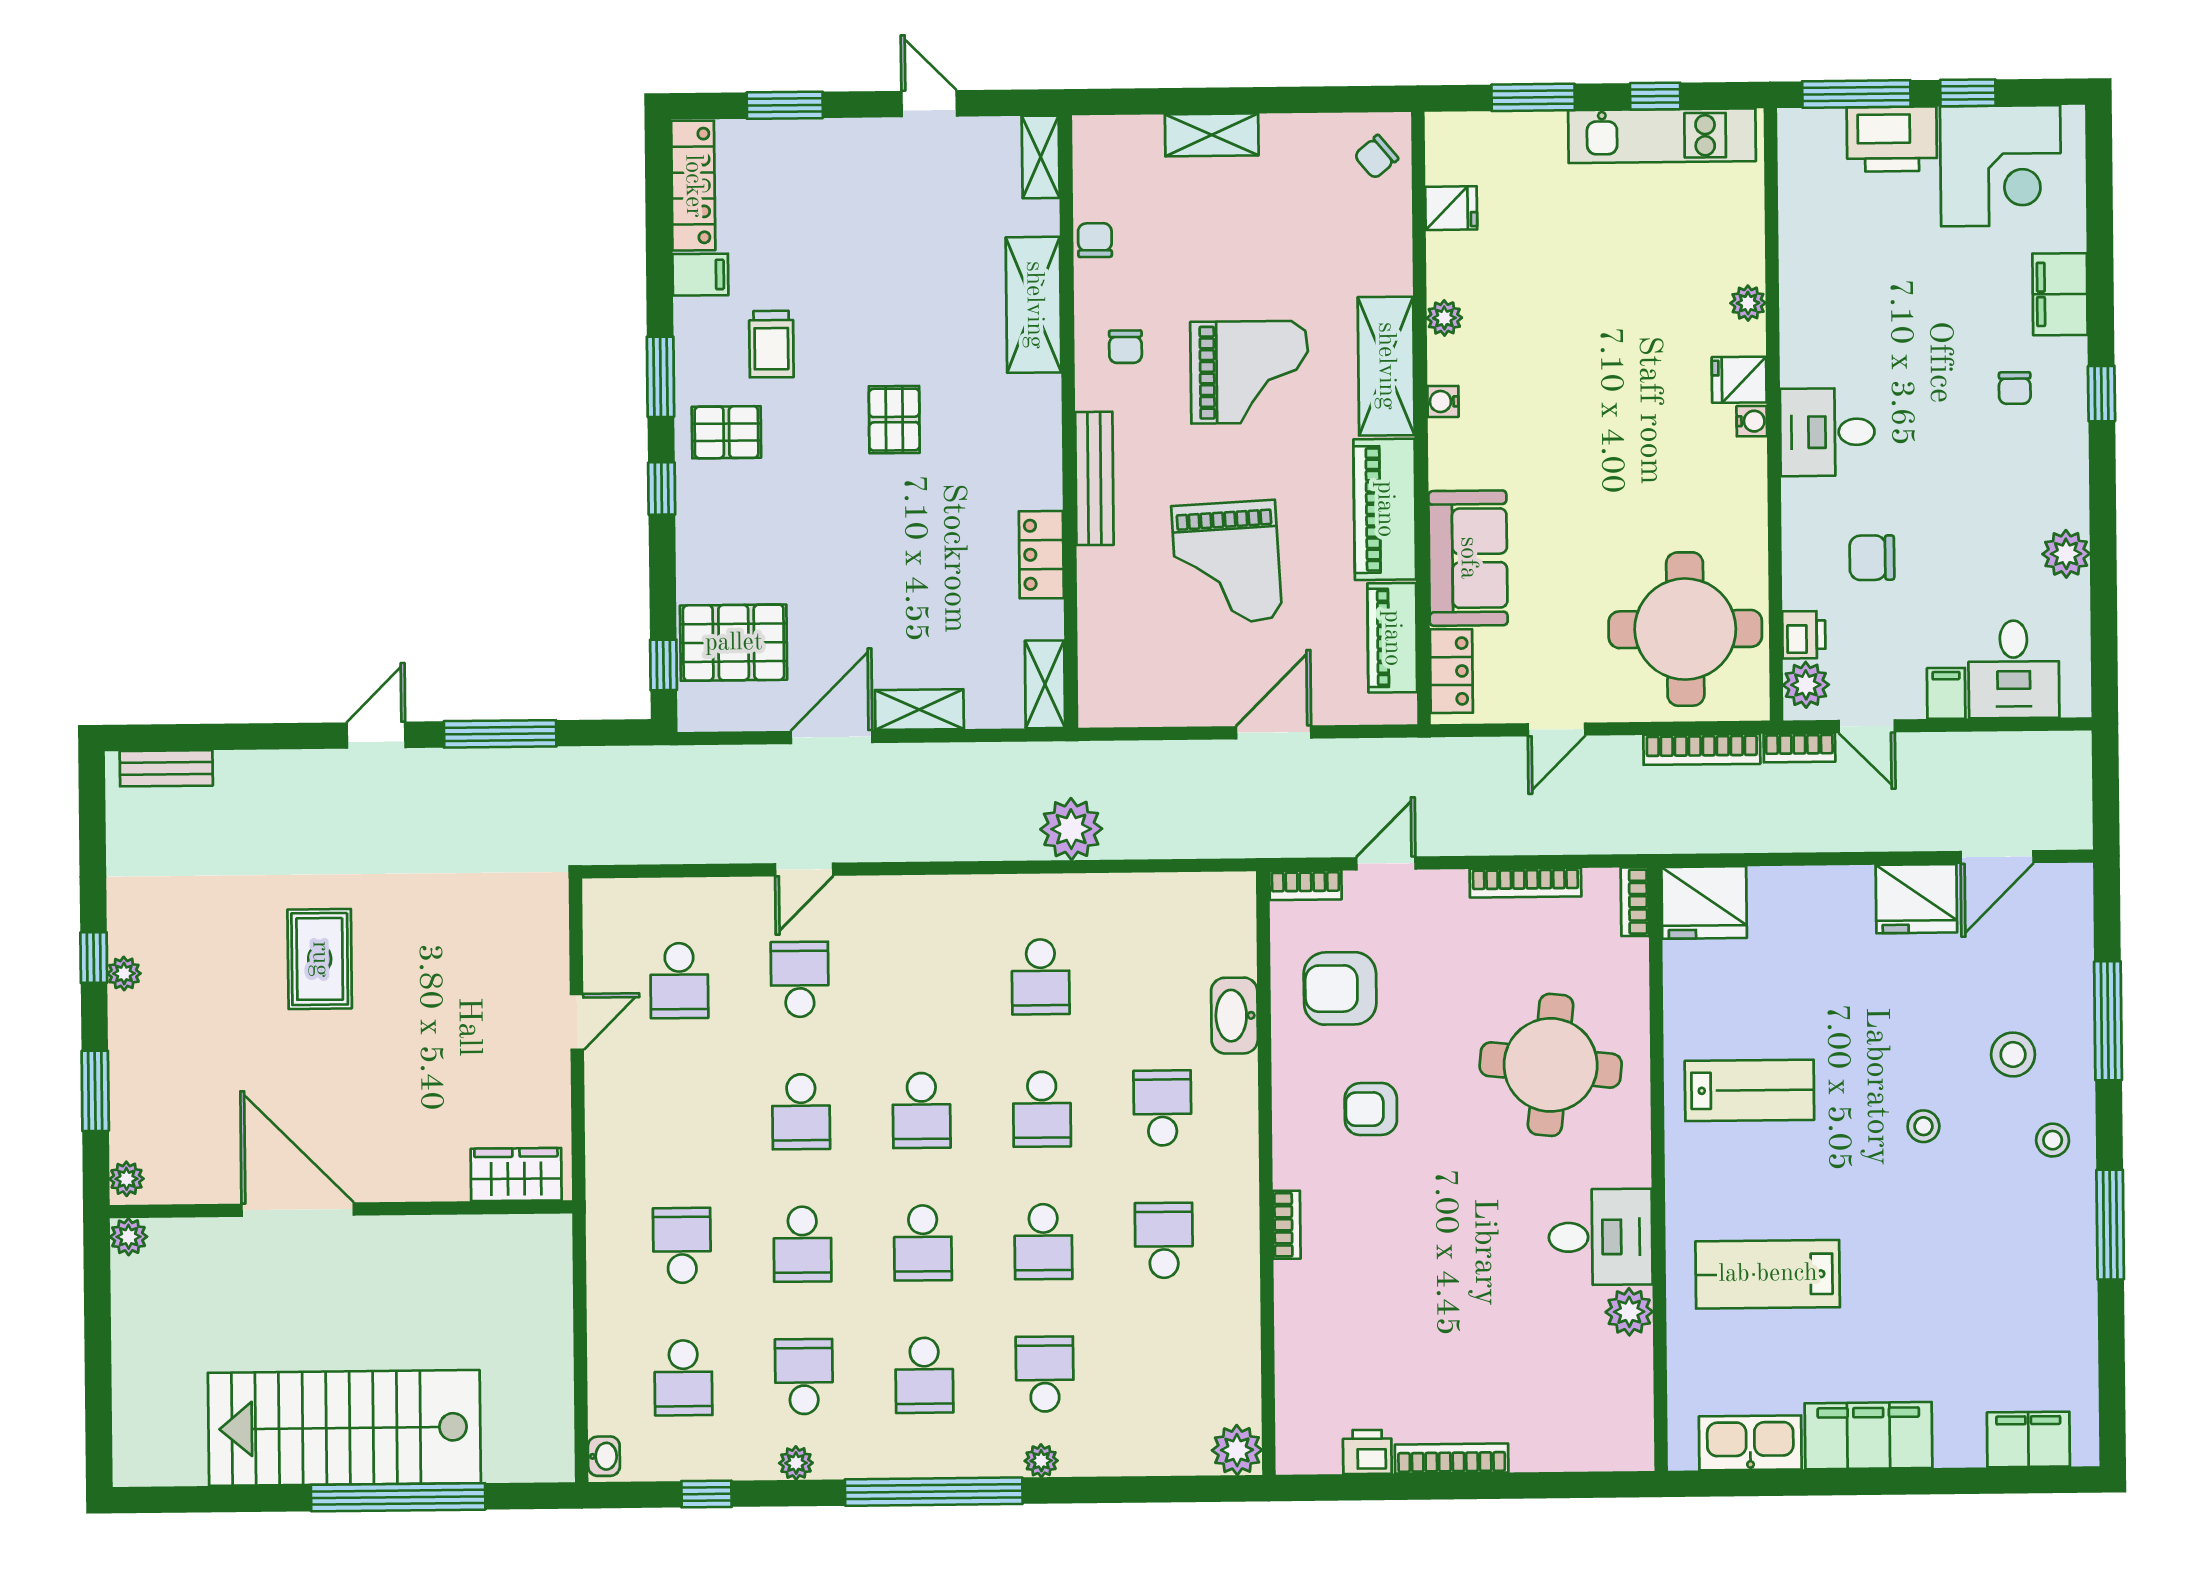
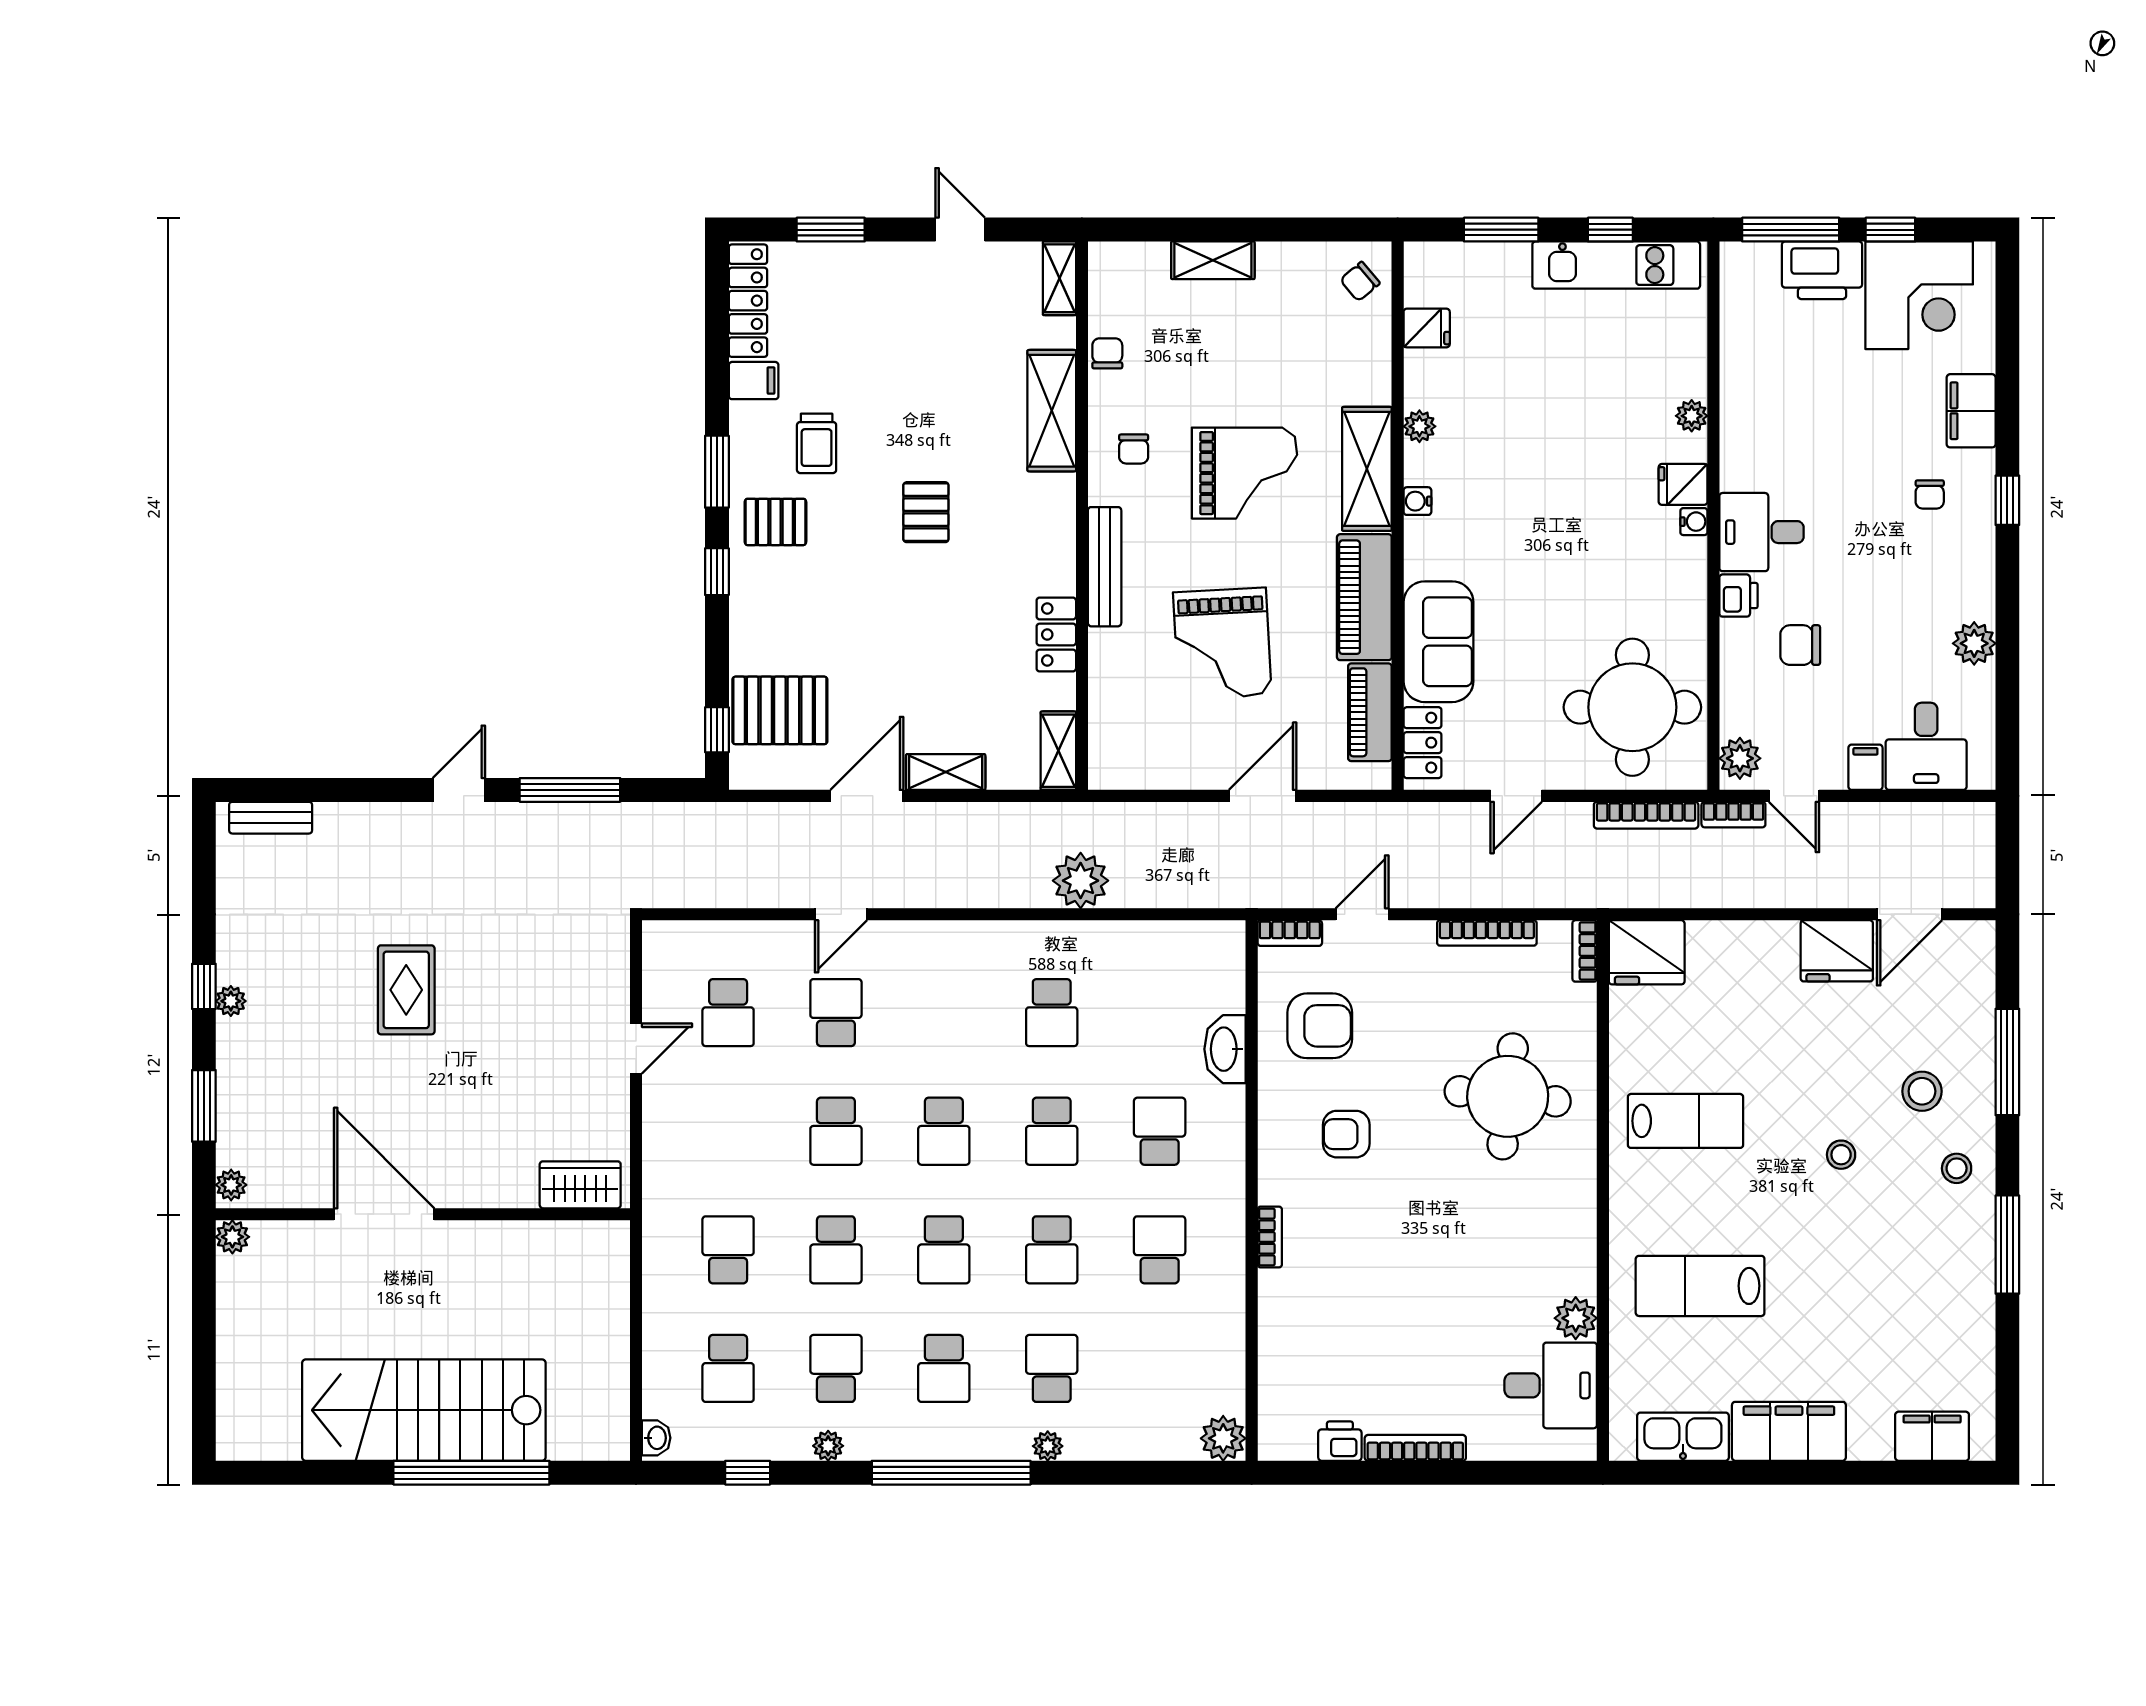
printer: (1804, 635) -> (1738, 596), moved
armchair: (1340, 988) -> (1320, 1026), turned 180
desk: (1600, 1237) -> (1551, 1385), moved

